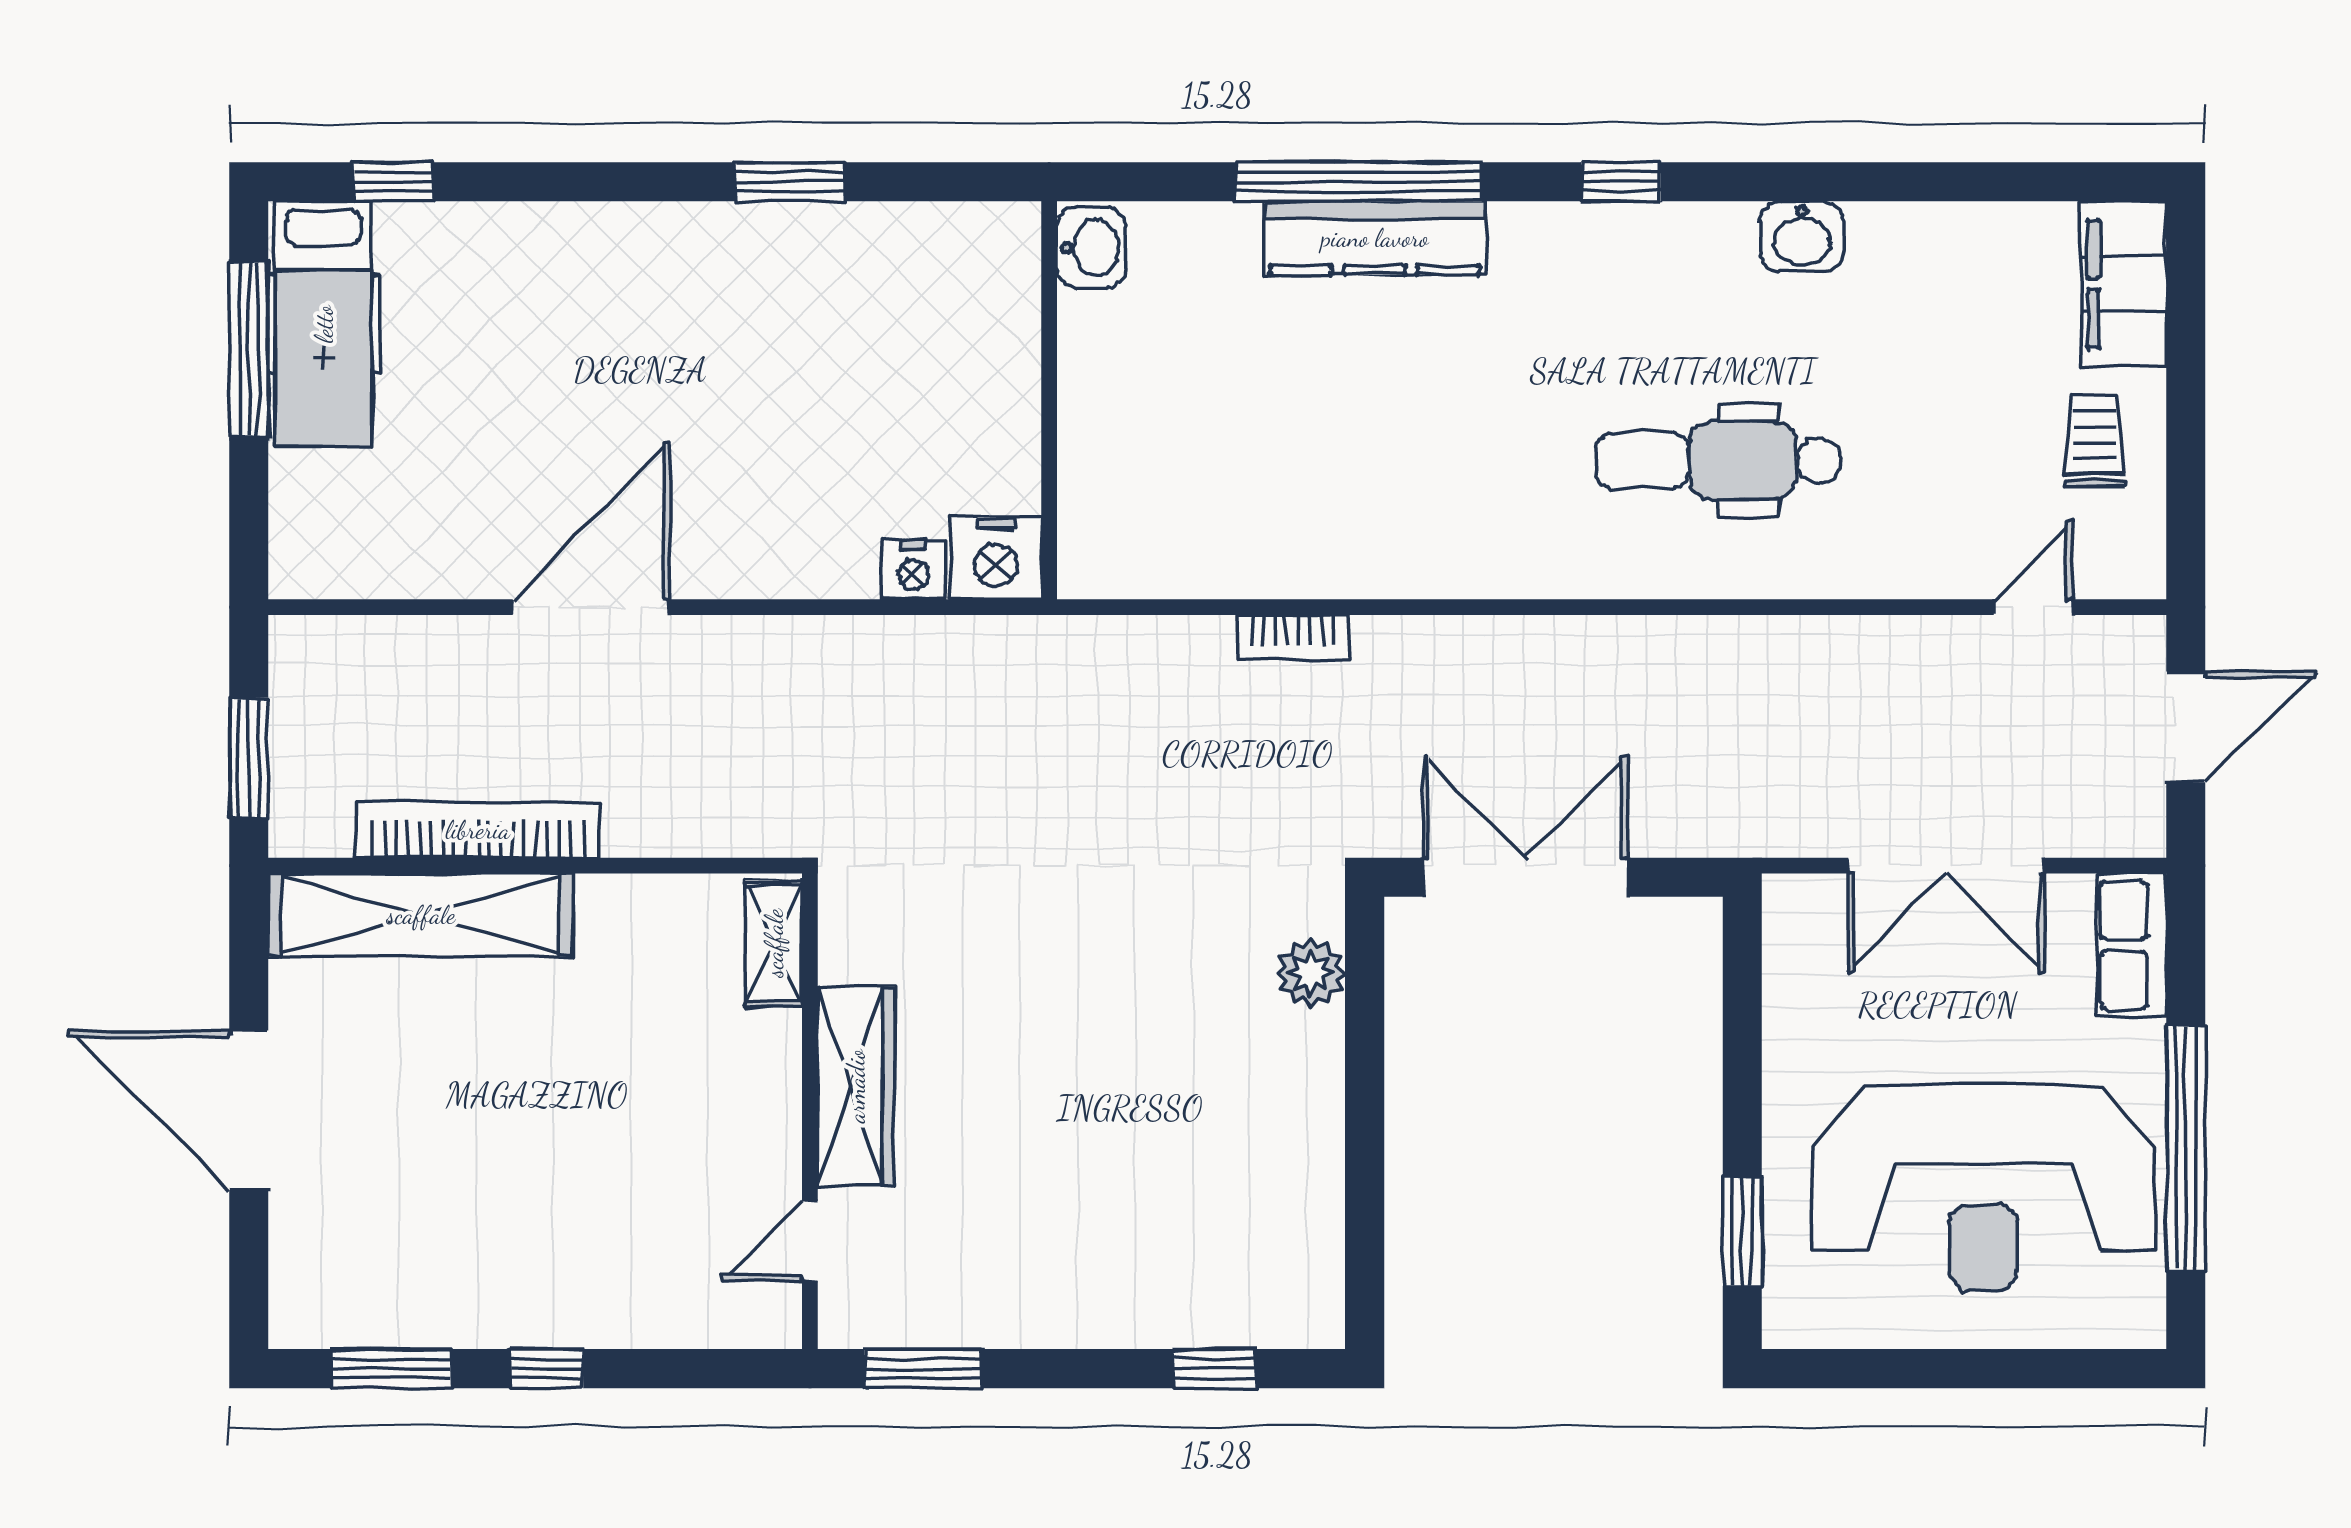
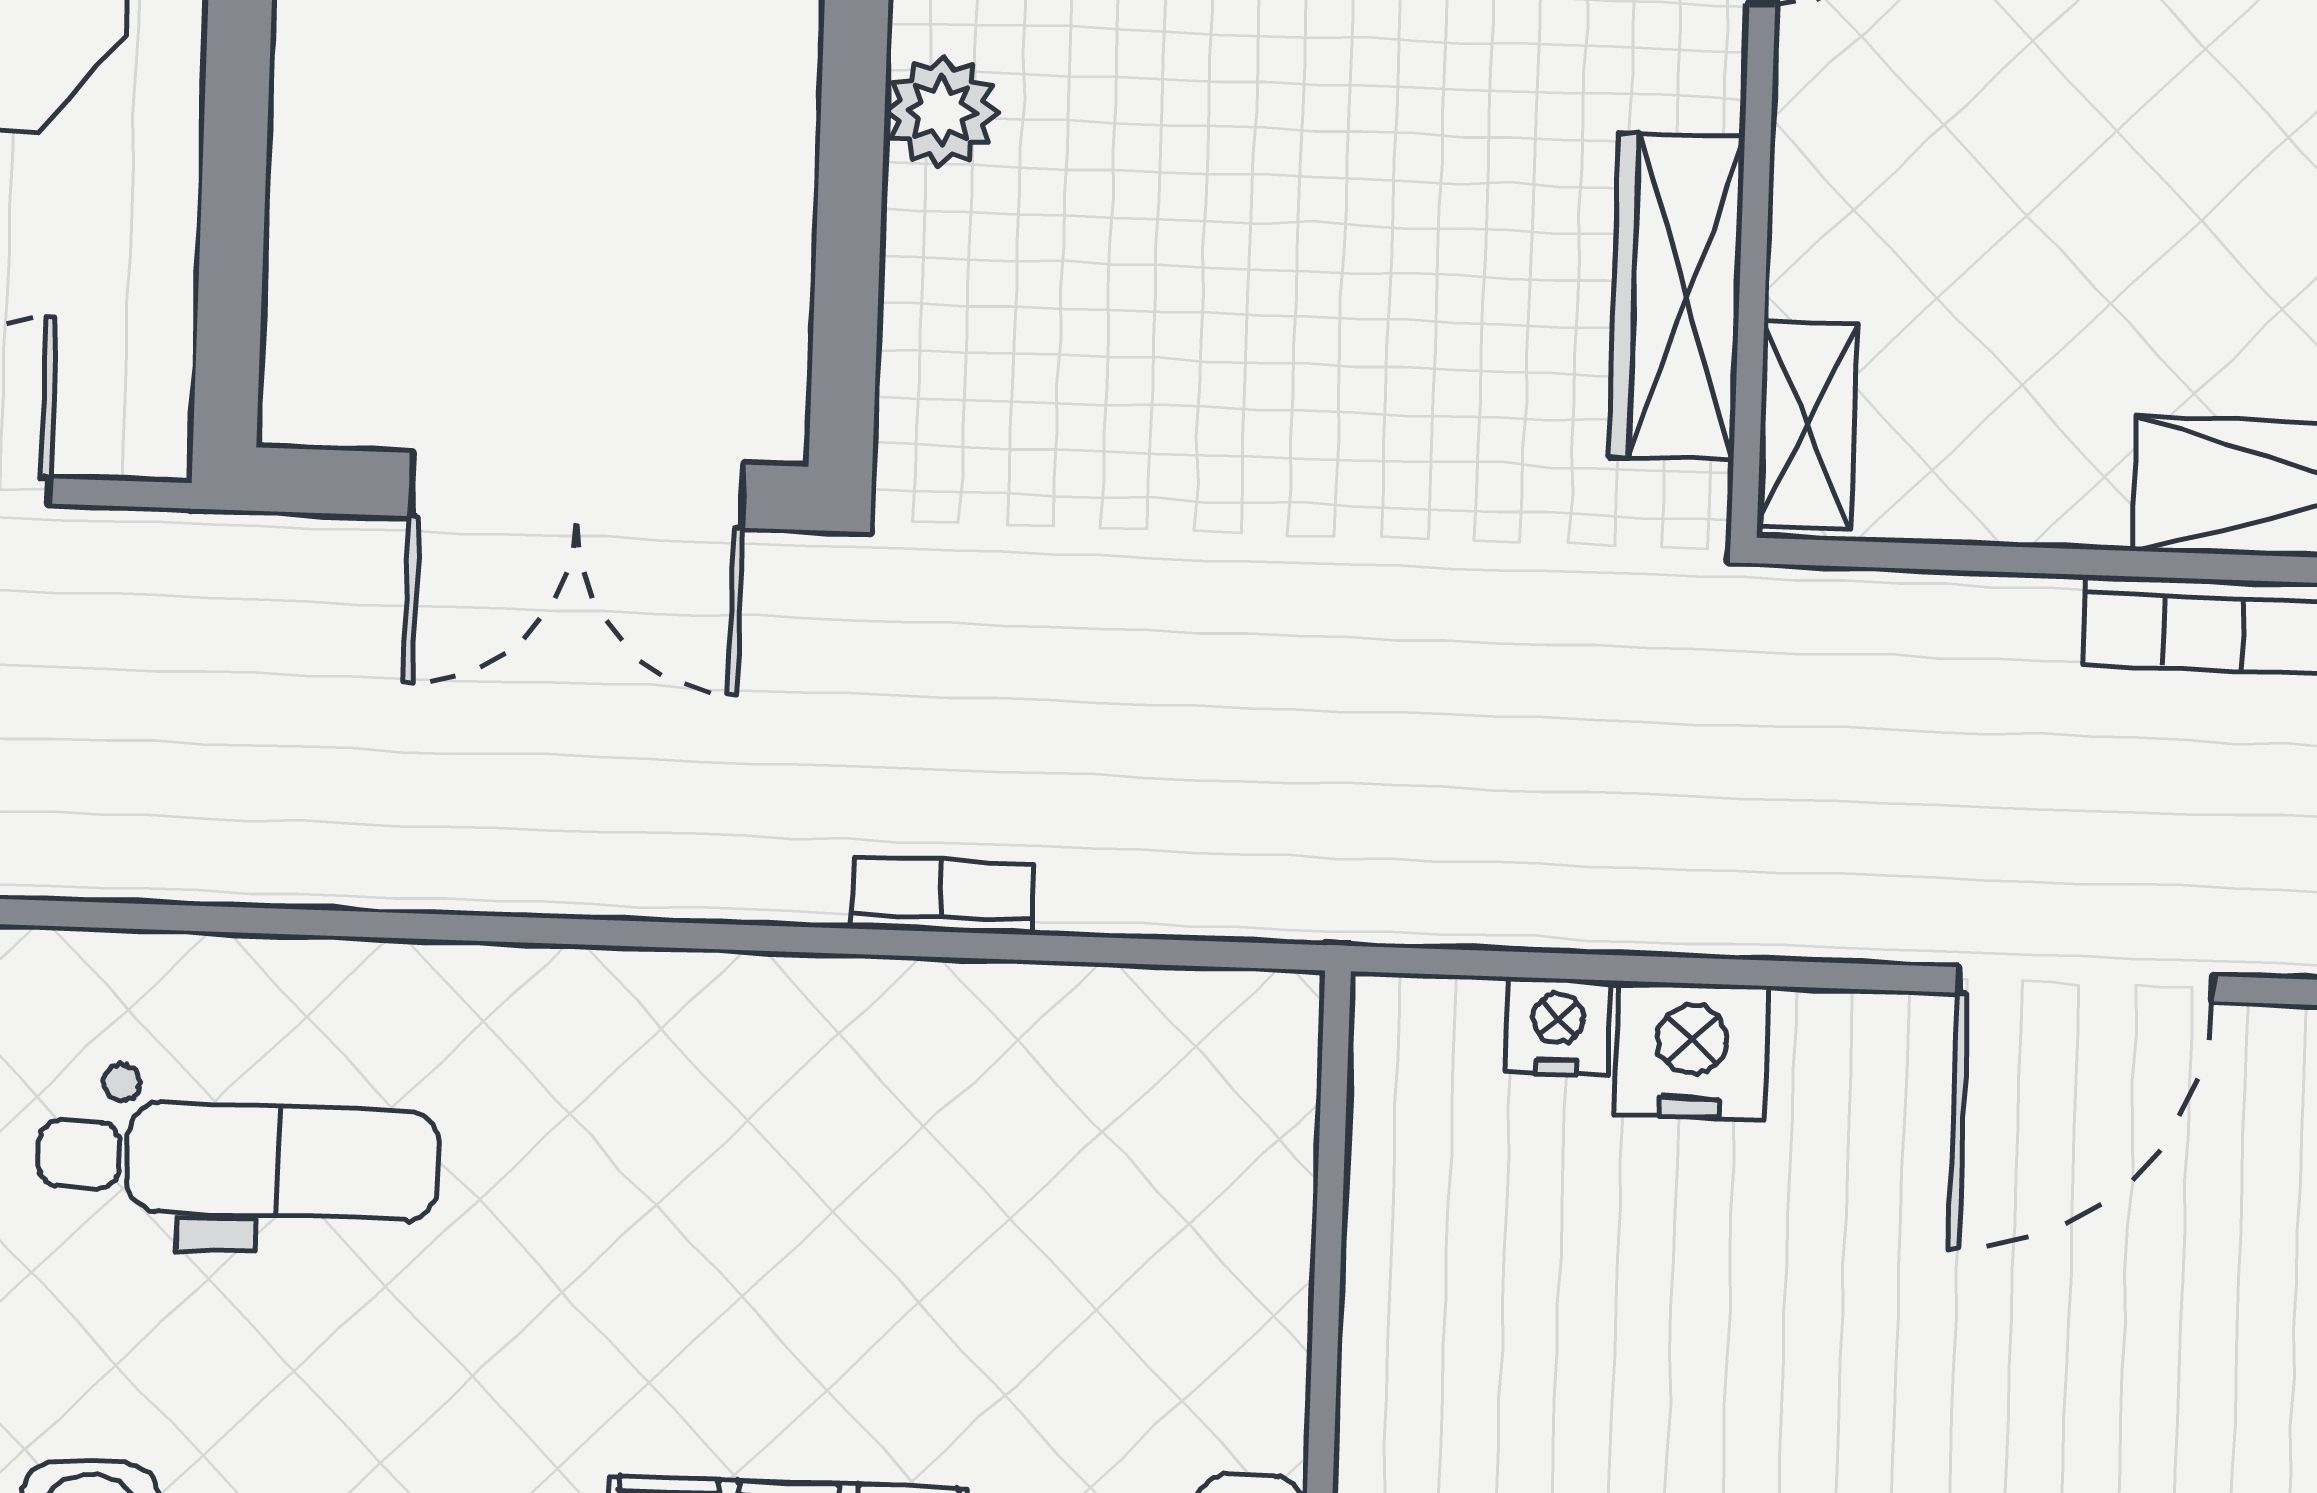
nightstand: (996, 558) -> (1691, 1050), moved
plant: (1311, 973) -> (941, 112), moved
wardrobe: (856, 1086) -> (1677, 297), moved

